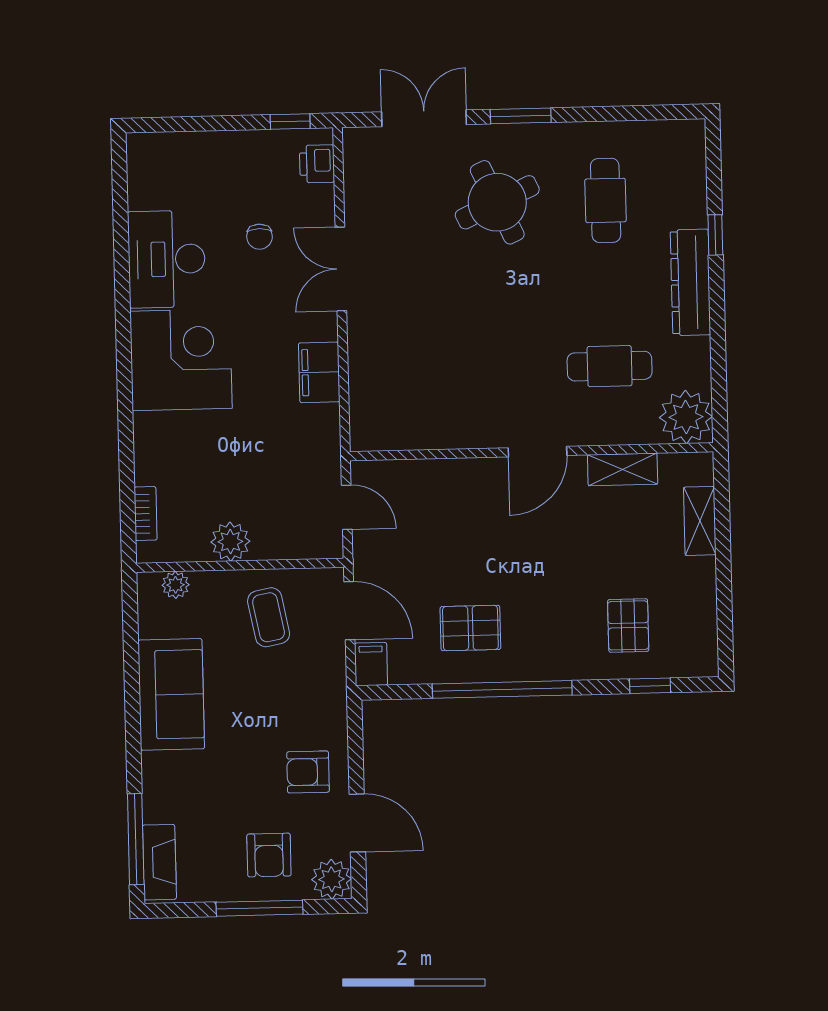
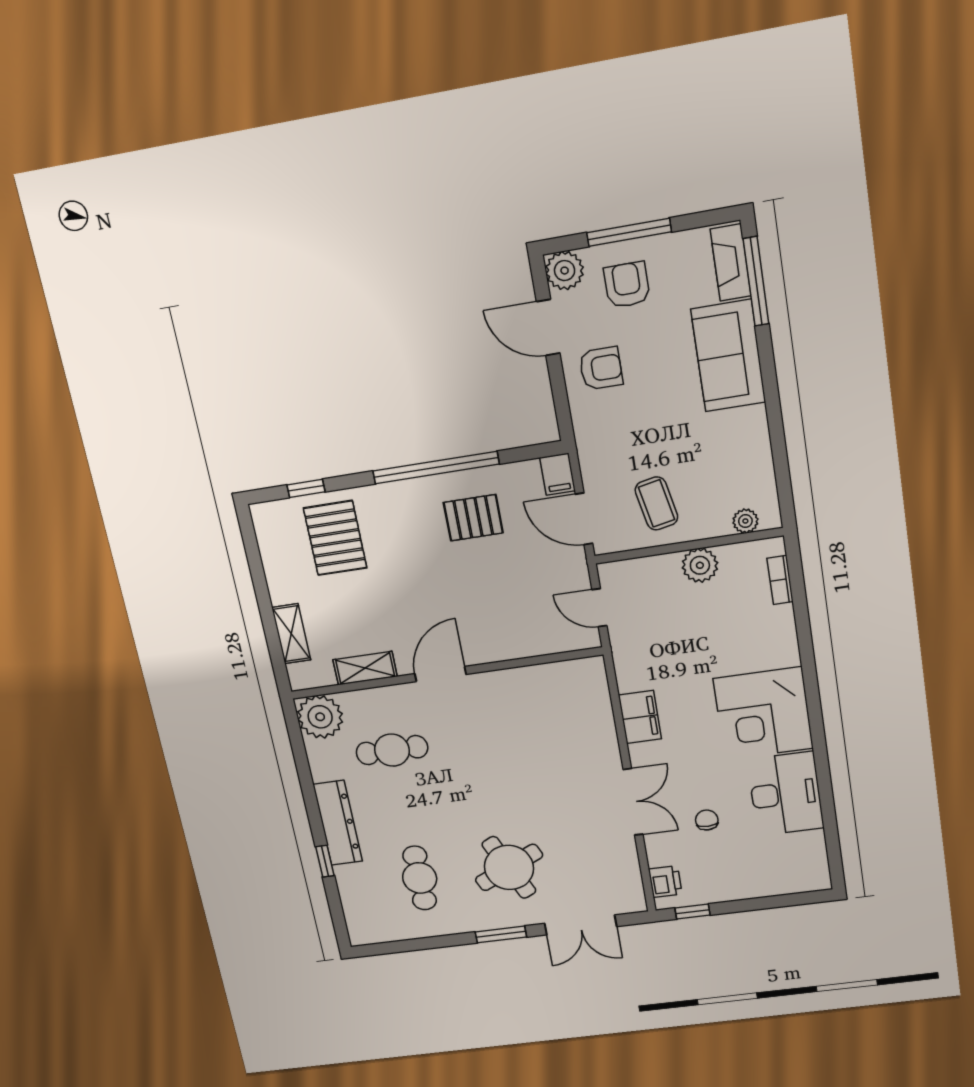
pallet: (628, 625) -> (335, 538), width x1.50, depth x1.42
sofa: (171, 694) -> (728, 356), moved

